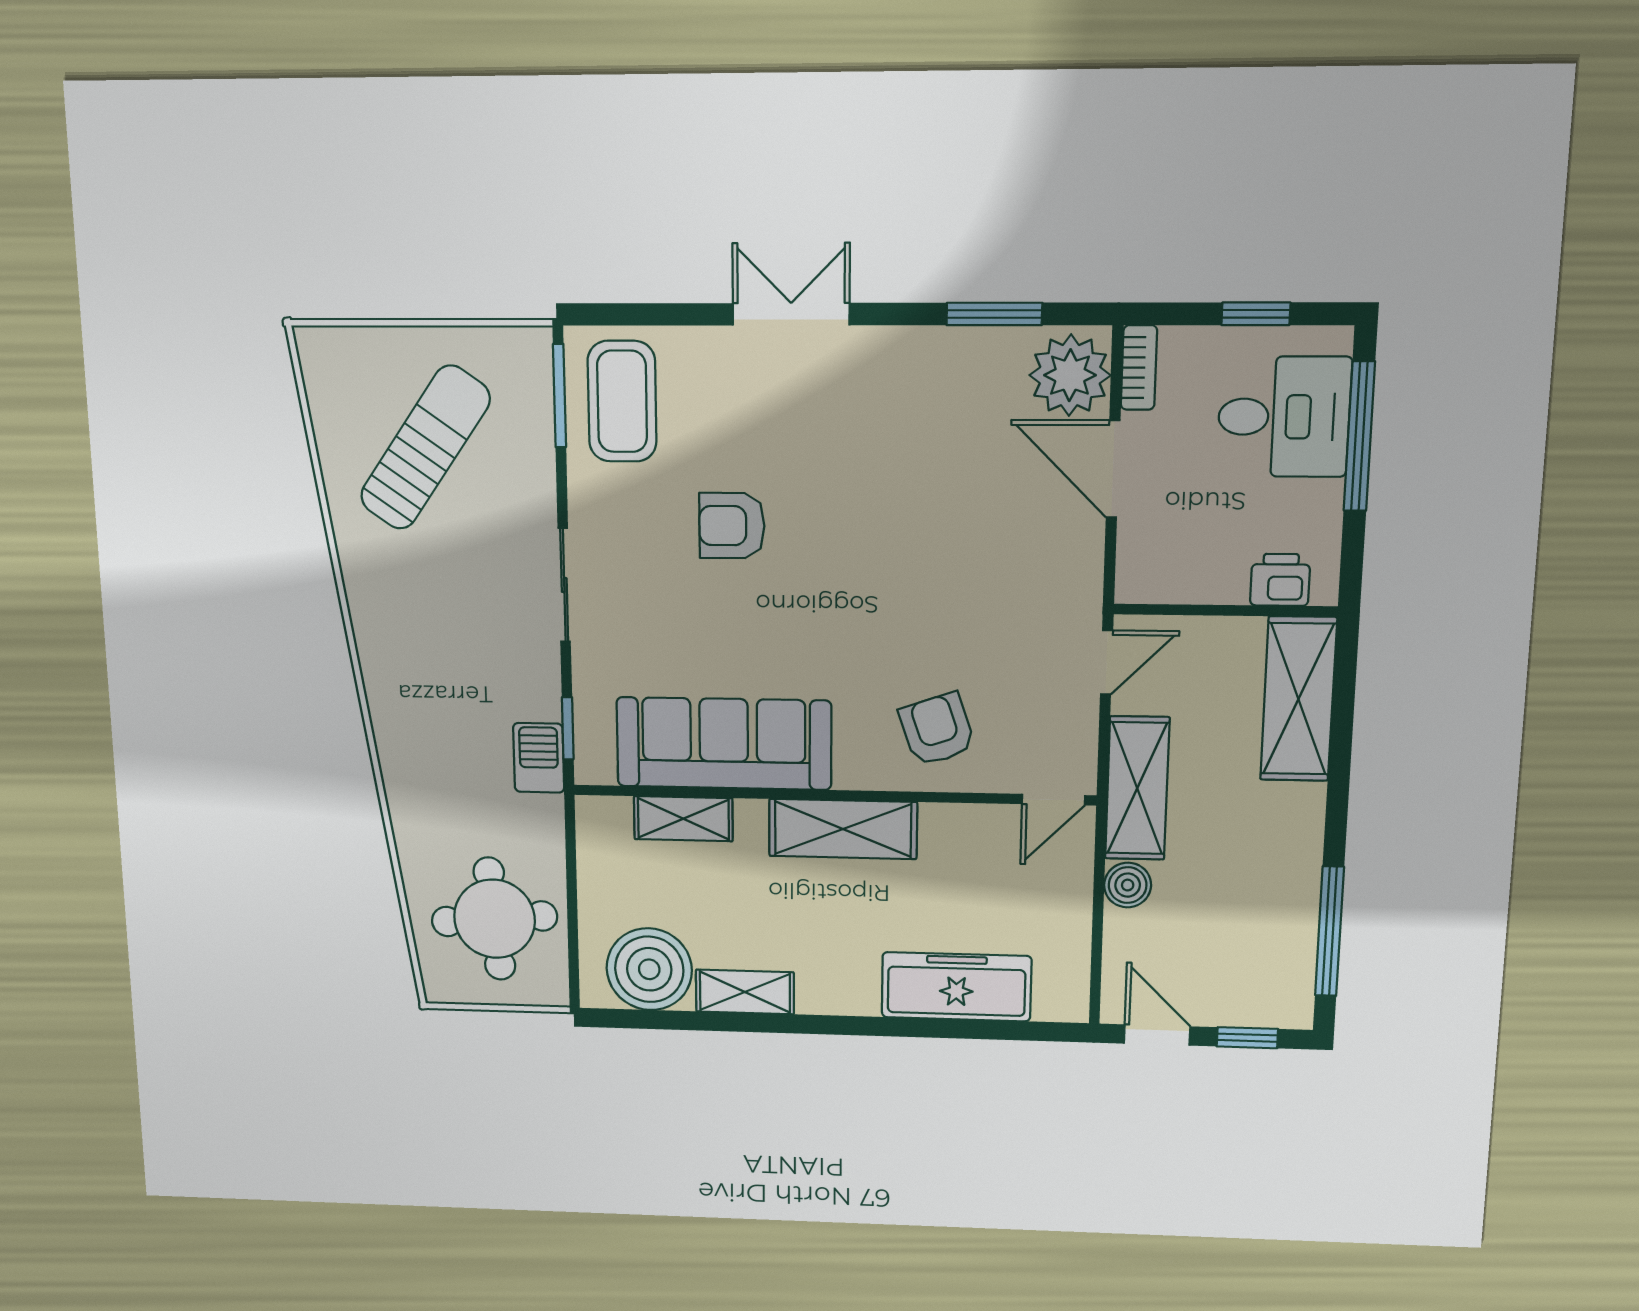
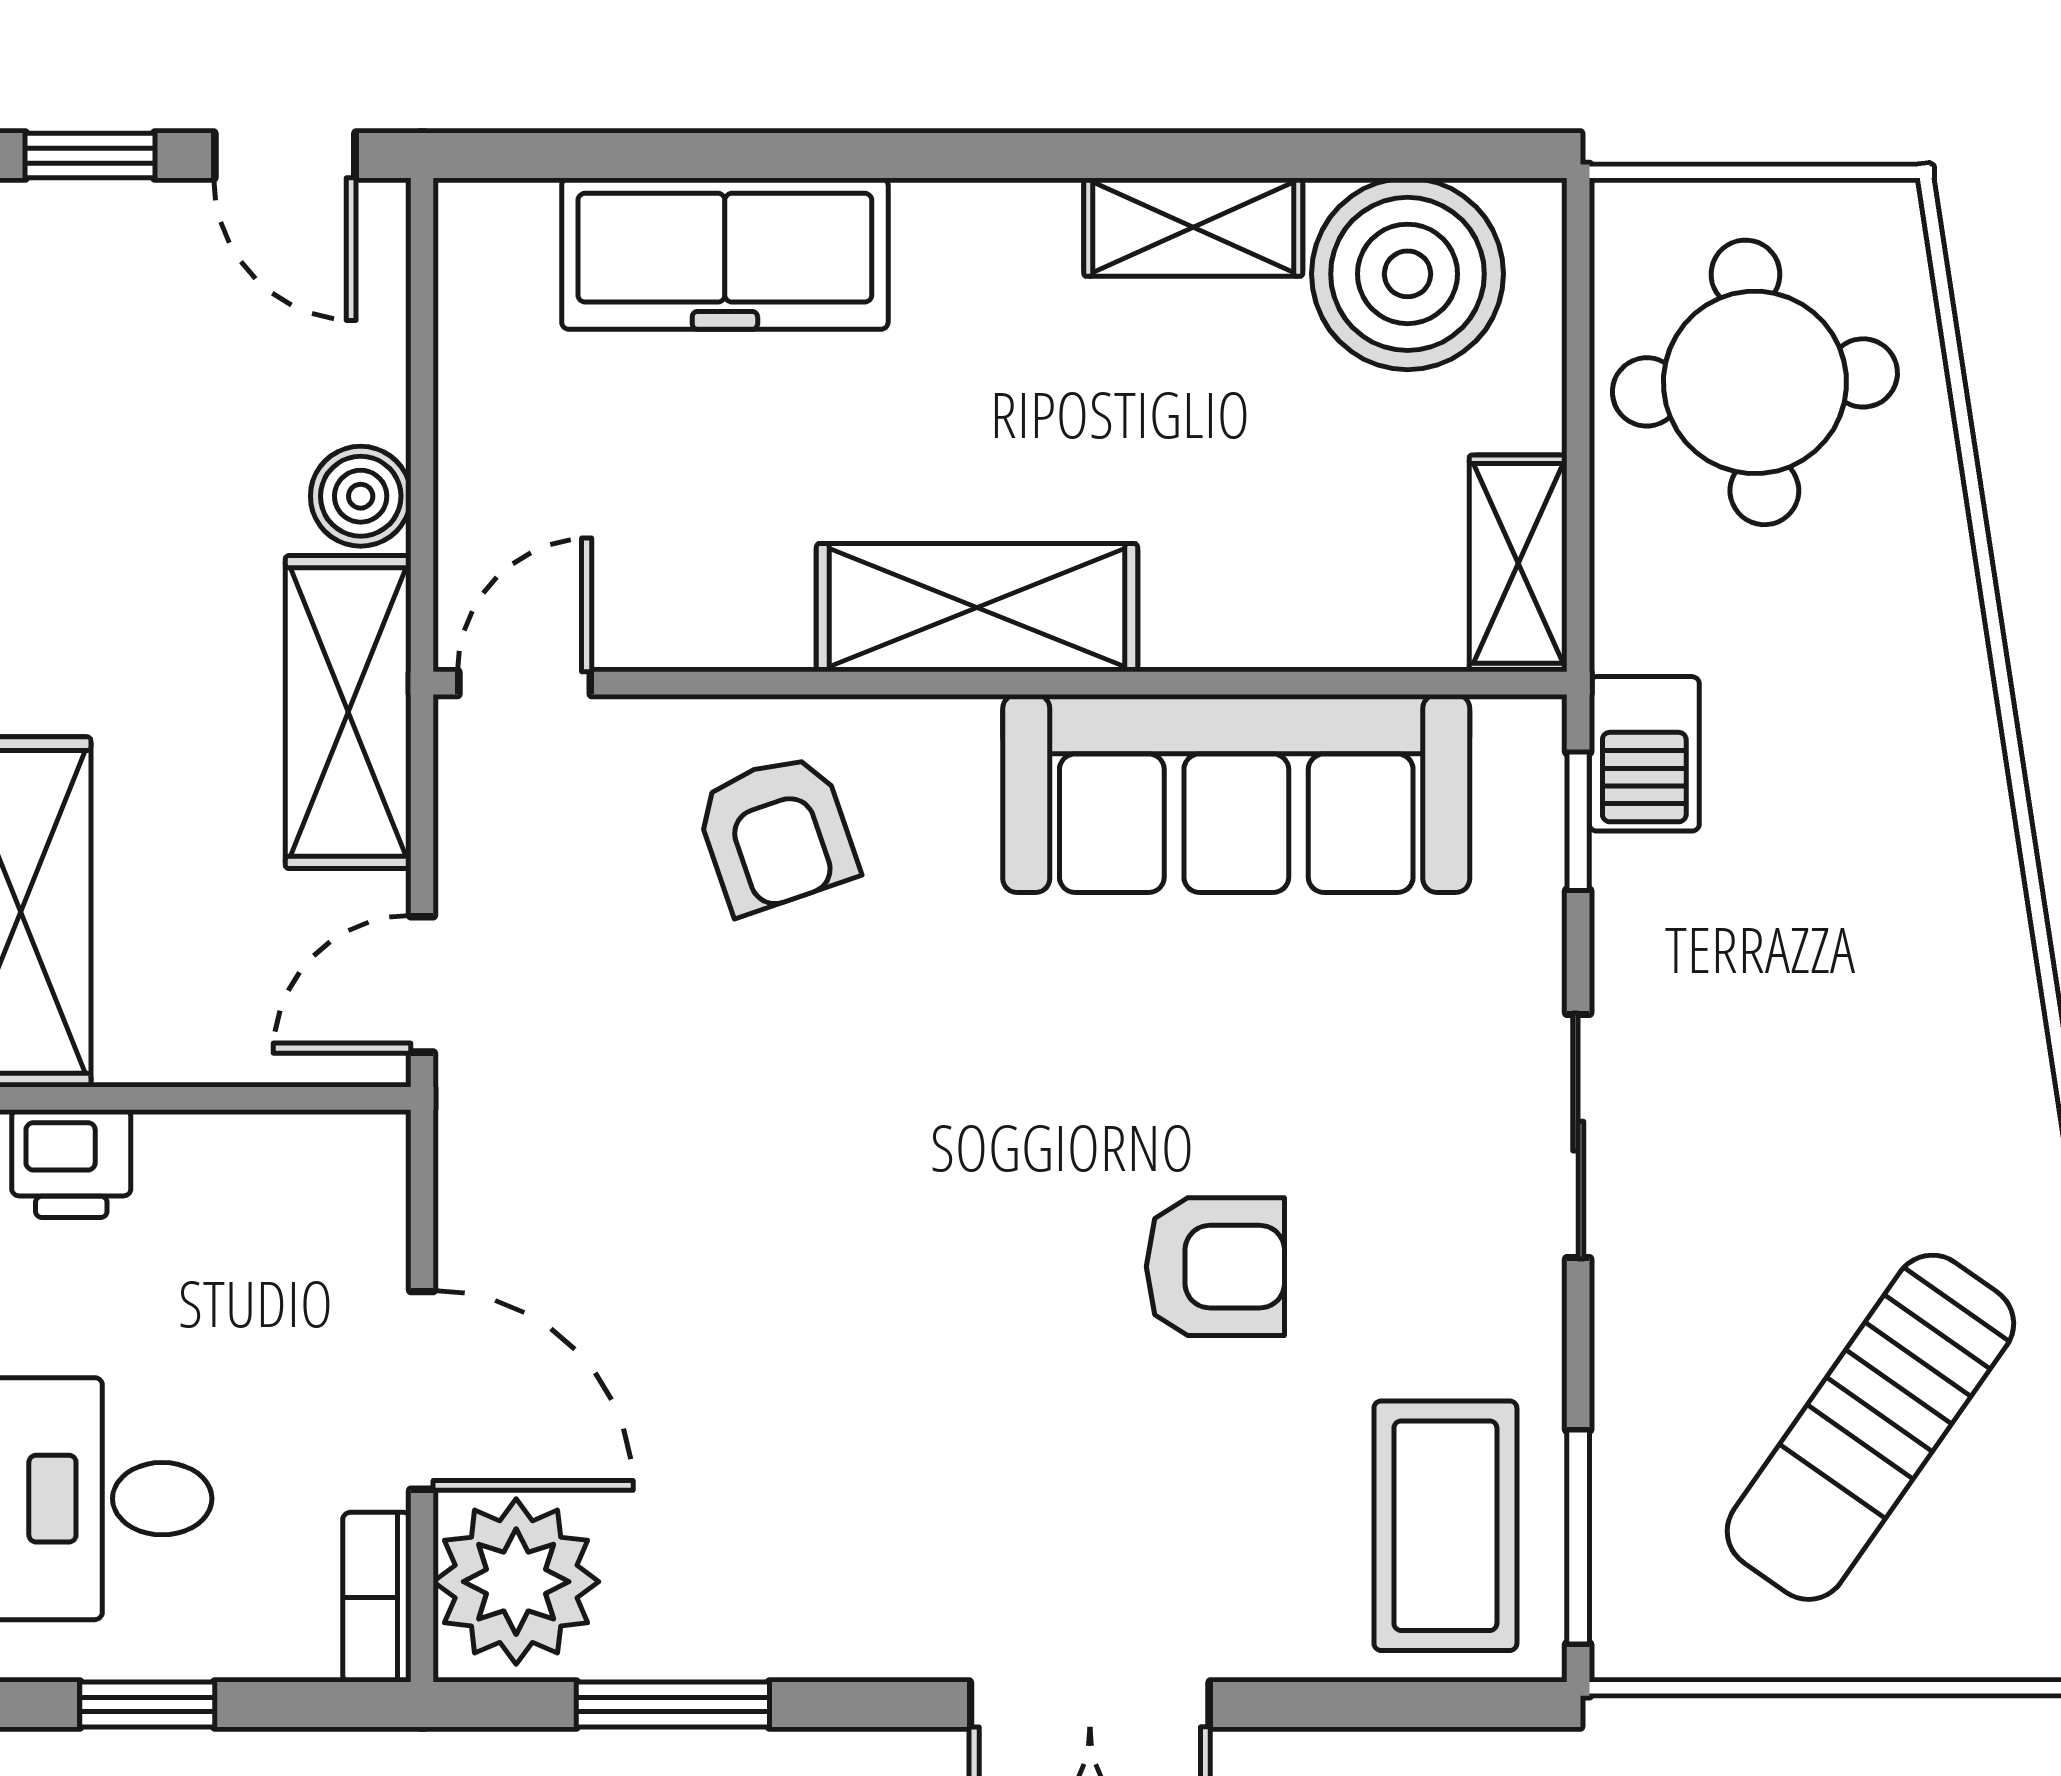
shelving: (683, 819) -> (1518, 563), moved, turned 90

